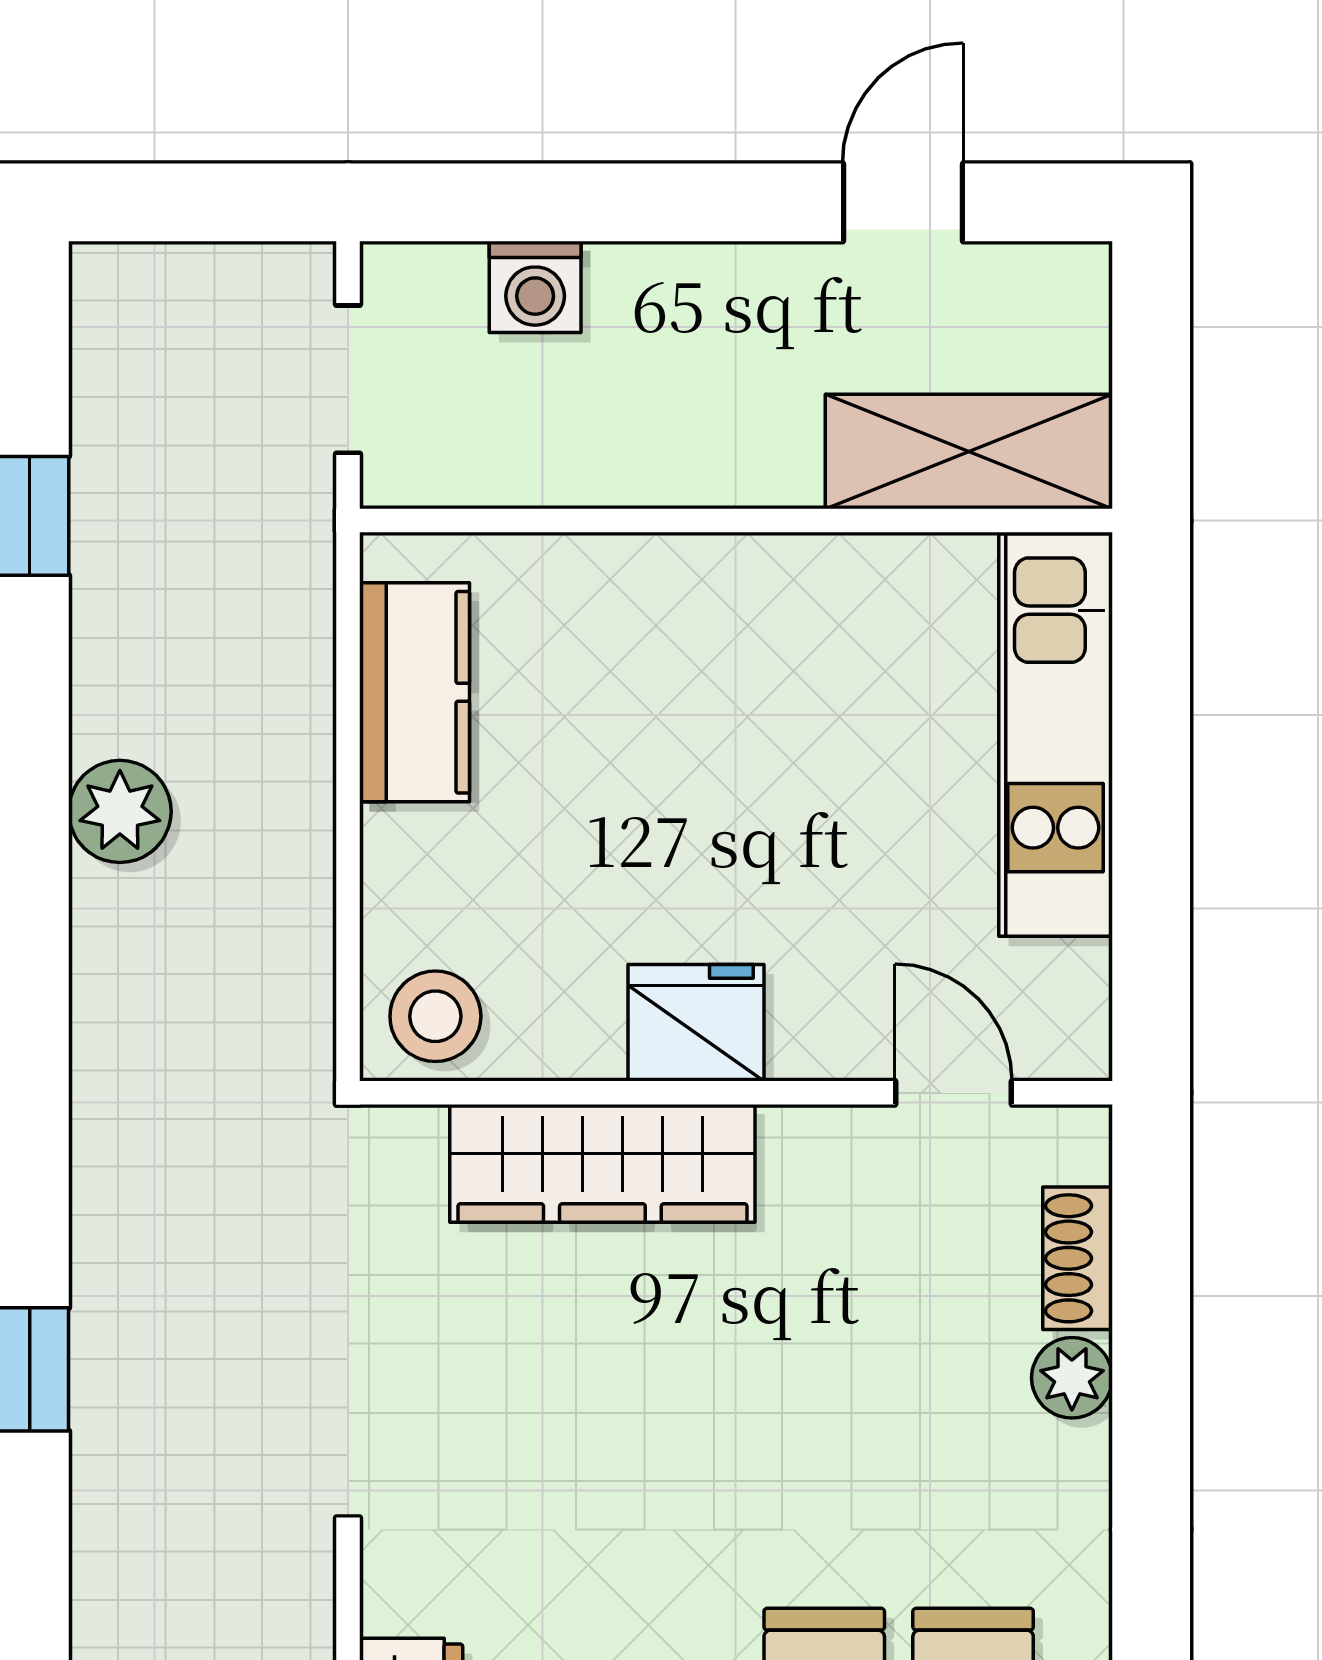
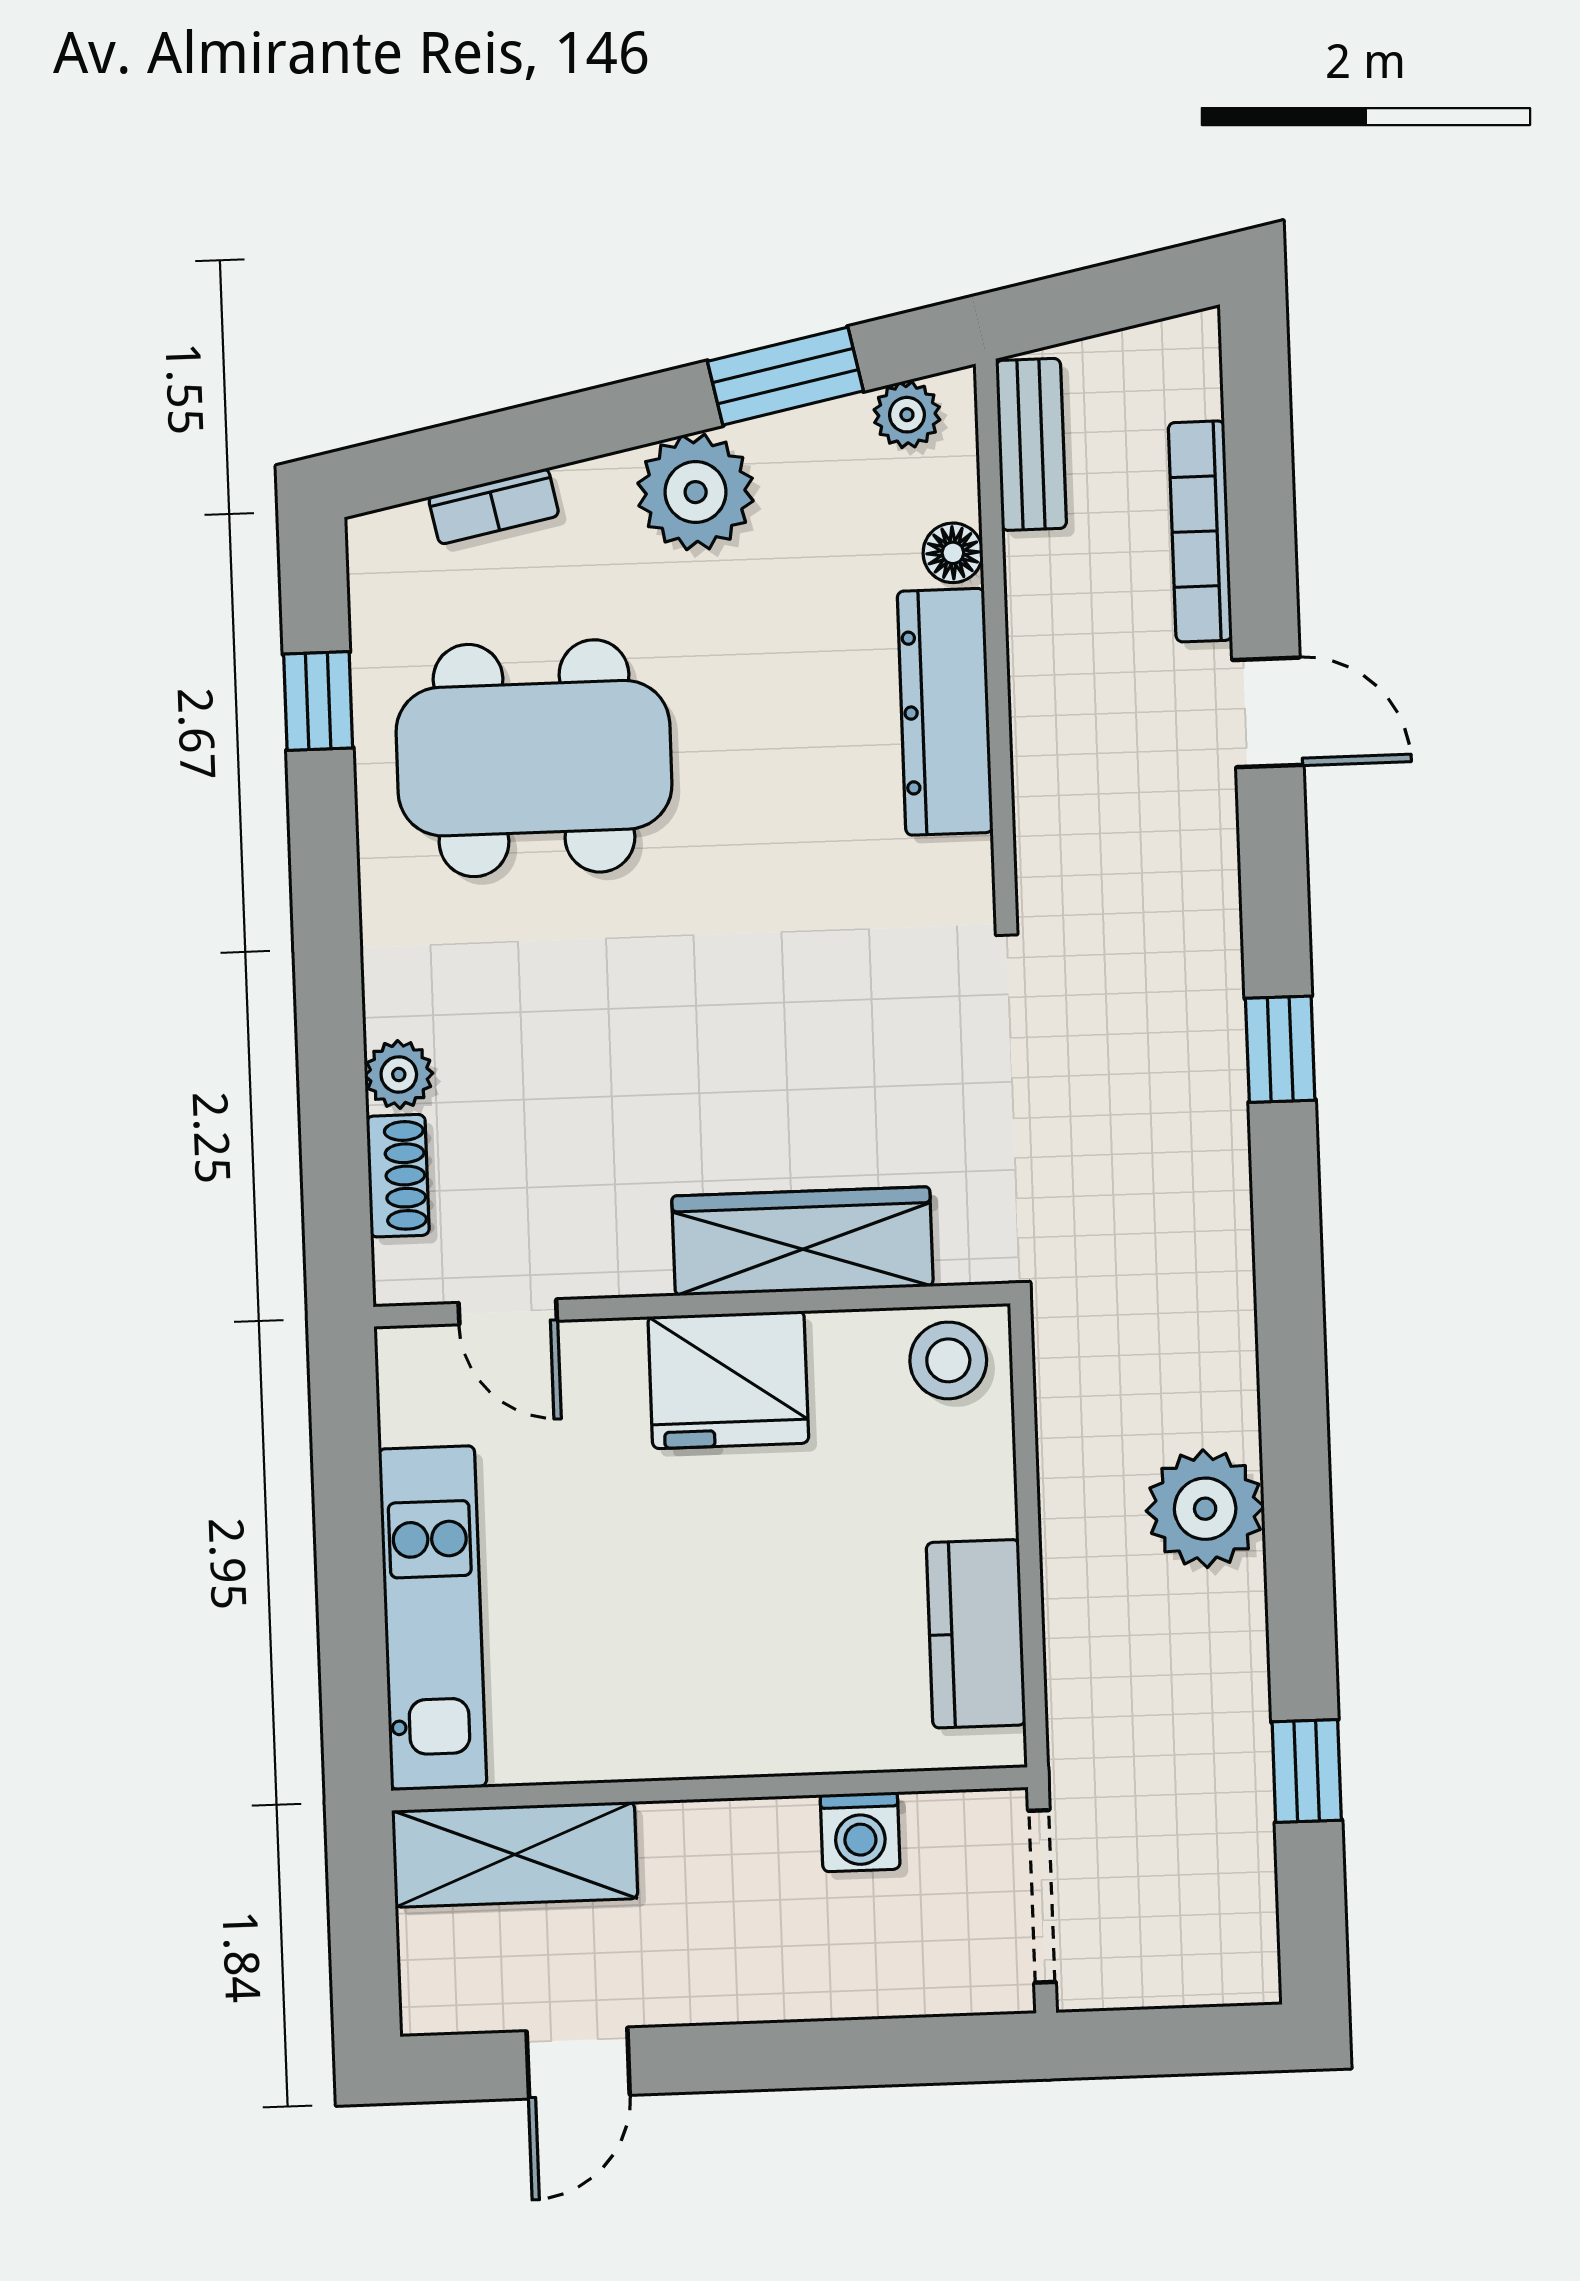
washing machine: (535, 287) -> (860, 1832), moved, turned 180
doorway: (348, 379) -> (1042, 1896), width x1.38
plant: (120, 811) -> (1205, 1509), width x1.36, depth x1.36
fridge: (696, 1023) -> (728, 1380), width x1.36, depth x1.34

